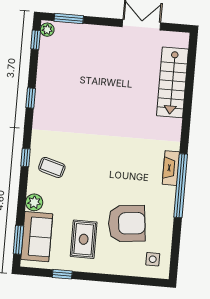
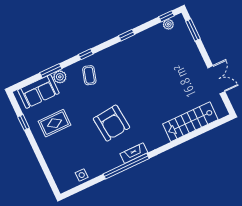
plant: (47, 30) -> (168, 24), moved
armchair: (127, 223) -> (111, 123), moved
window: (18, 240) -> (51, 71), moved
side table: (153, 259) -> (82, 175), moved

